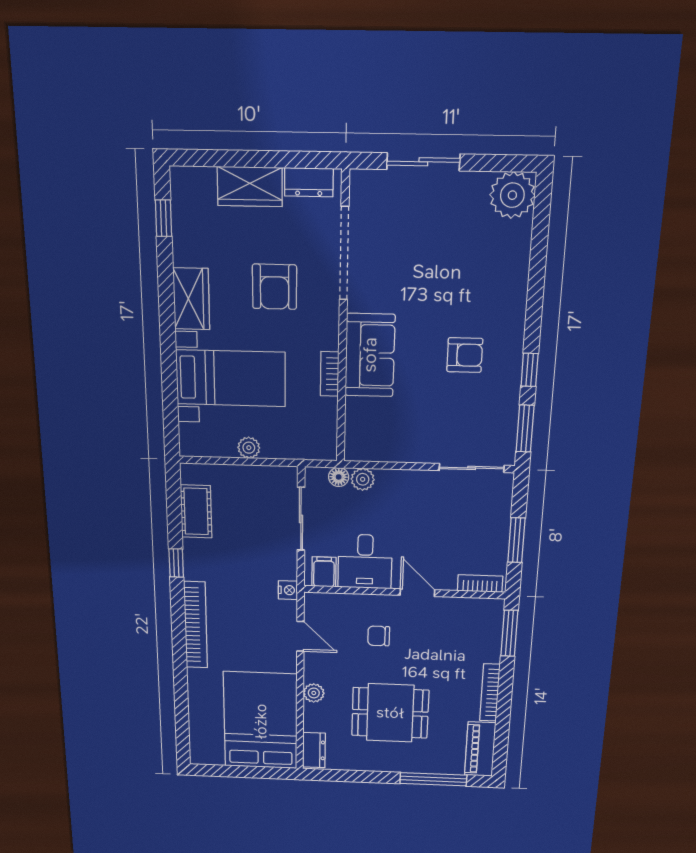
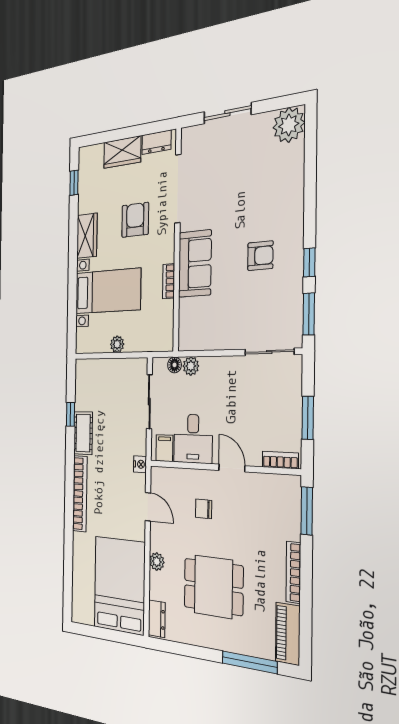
armchair: (275, 287) -> (135, 220), turned 180
cot: (196, 511) -> (83, 433), moved
window: (176, 563) -> (70, 414), moved

